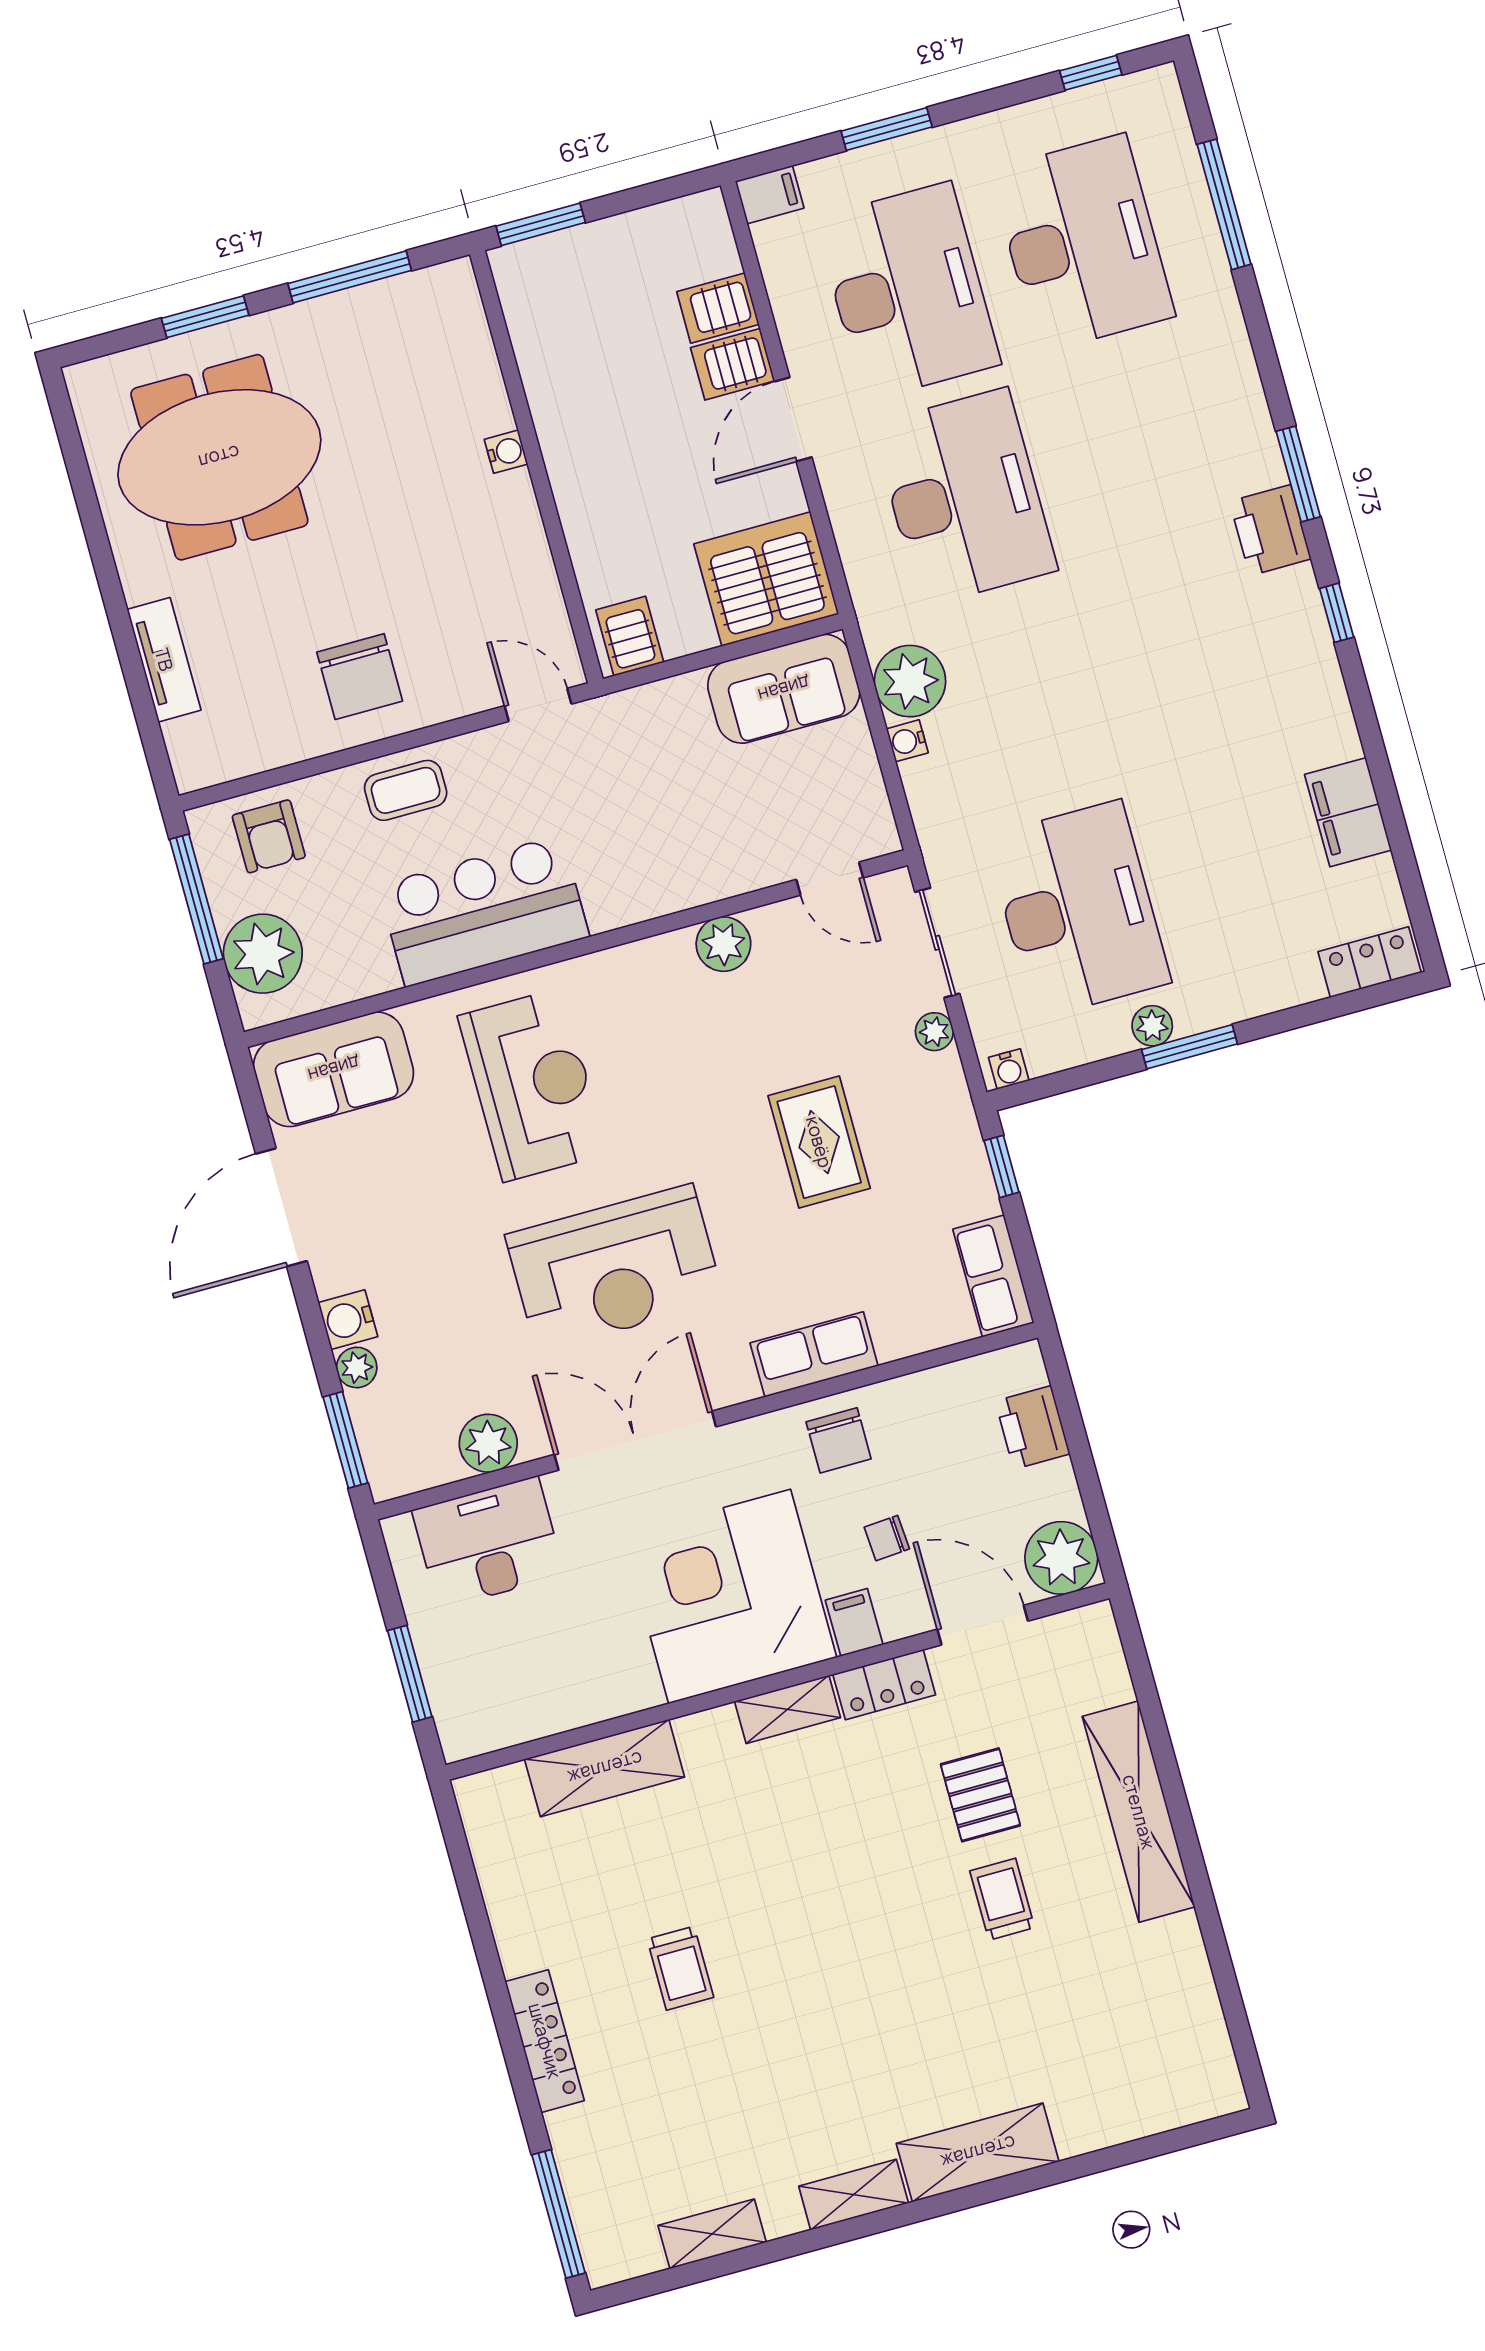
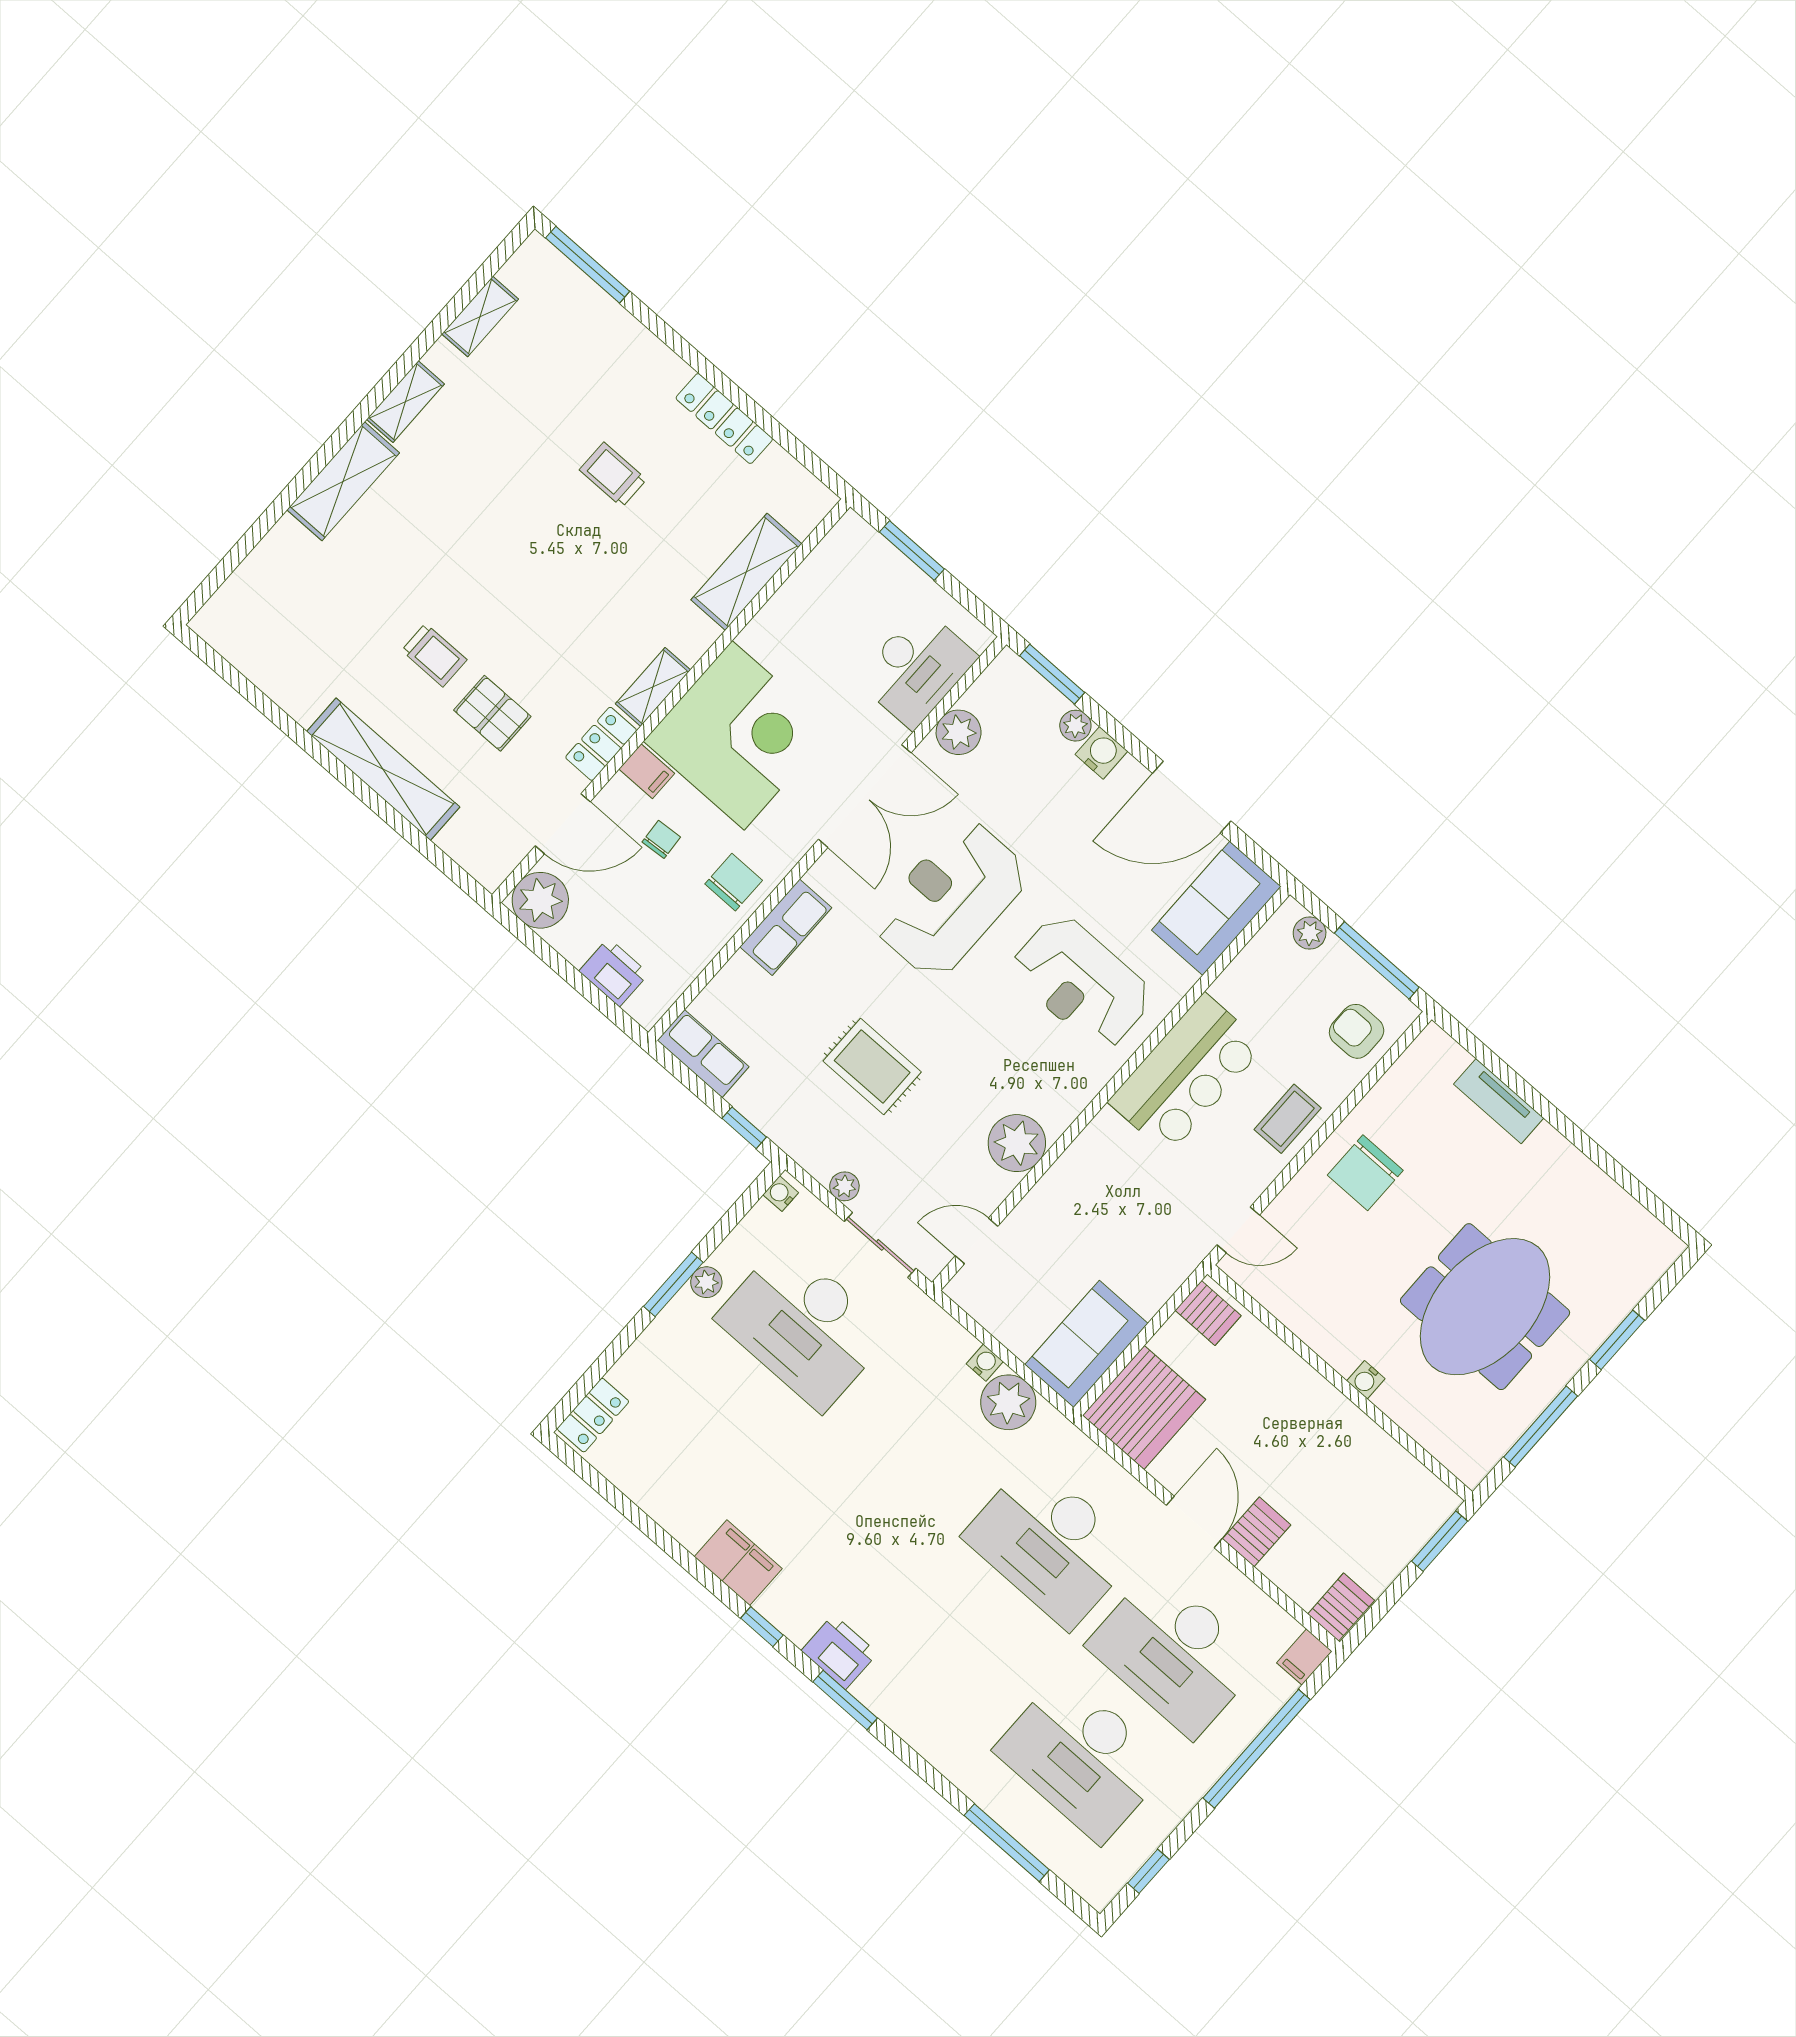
window: (887, 129) -> (1256, 1749), width x2.11
server rack: (718, 308) -> (1341, 1607), moved
meeting table: (219, 457) -> (1485, 1307), moved
chair: (360, 677) -> (1365, 1173), turned -90
filing cabinet: (1348, 812) -> (738, 1563), moved
plant: (723, 944) -> (1017, 1143), width x1.36, depth x1.36
plant: (263, 954) -> (1310, 933), width x0.53, depth x0.53
door: (281, 1207) -> (1192, 797), swing flipped
chair: (839, 1440) -> (734, 882), turned 90
locker: (545, 2041) -> (724, 419), moved

